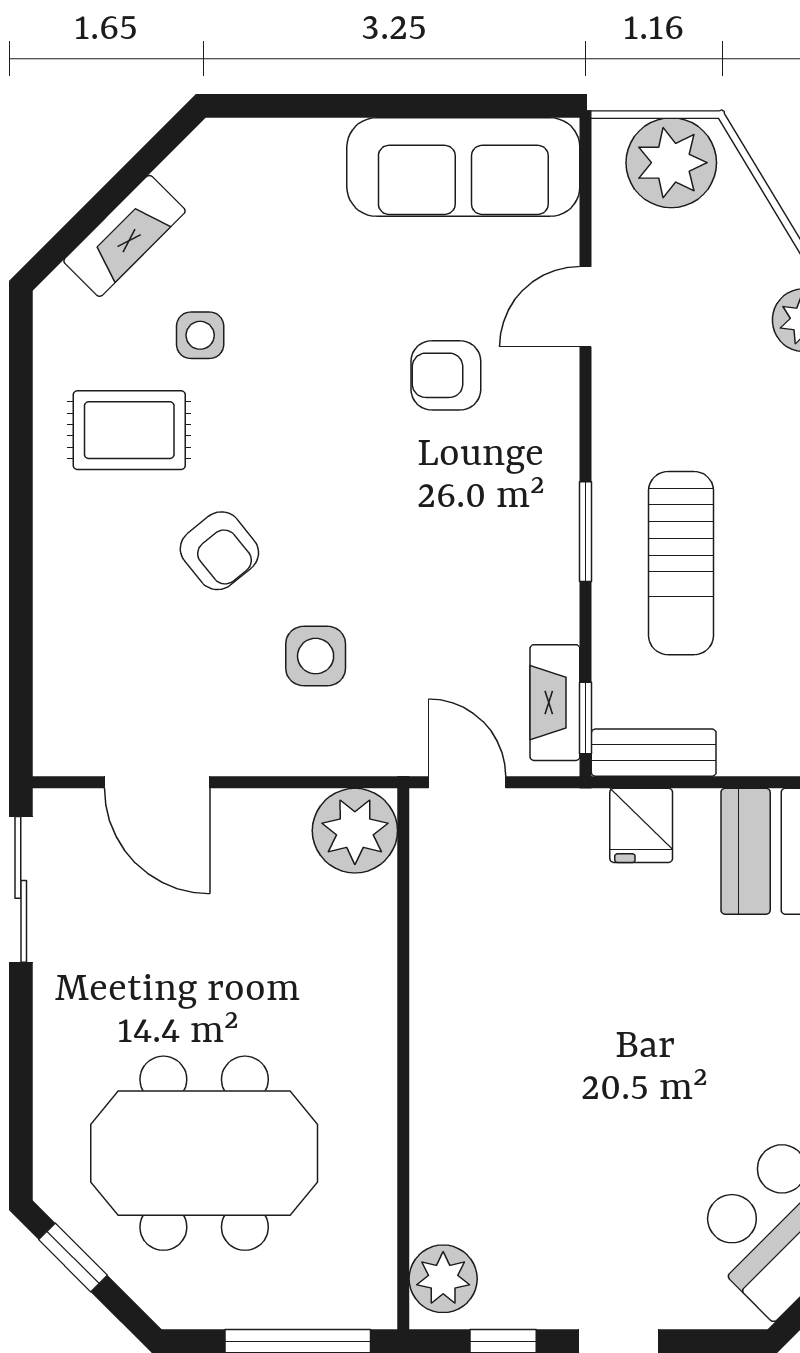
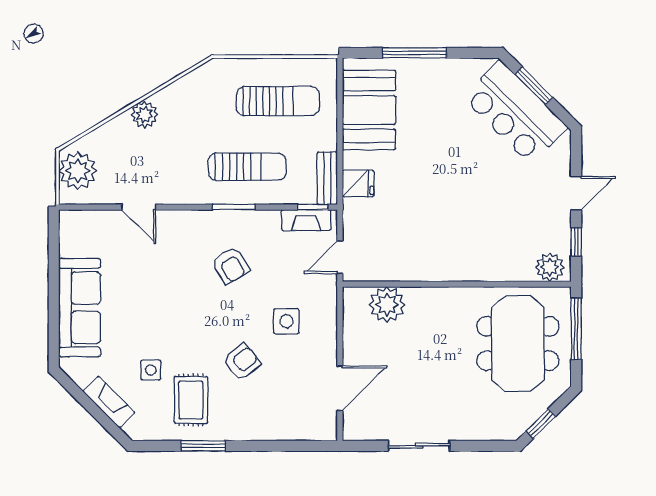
sofa: (463, 167) -> (80, 308), moved
armchair: (446, 375) -> (231, 265), moved, turned -31
window: (21, 459) -> (203, 446), added
plant: (355, 831) -> (387, 305), moved
sliding door: (21, 889) -> (419, 446), moved
meeting table: (204, 1153) -> (518, 344), moved

